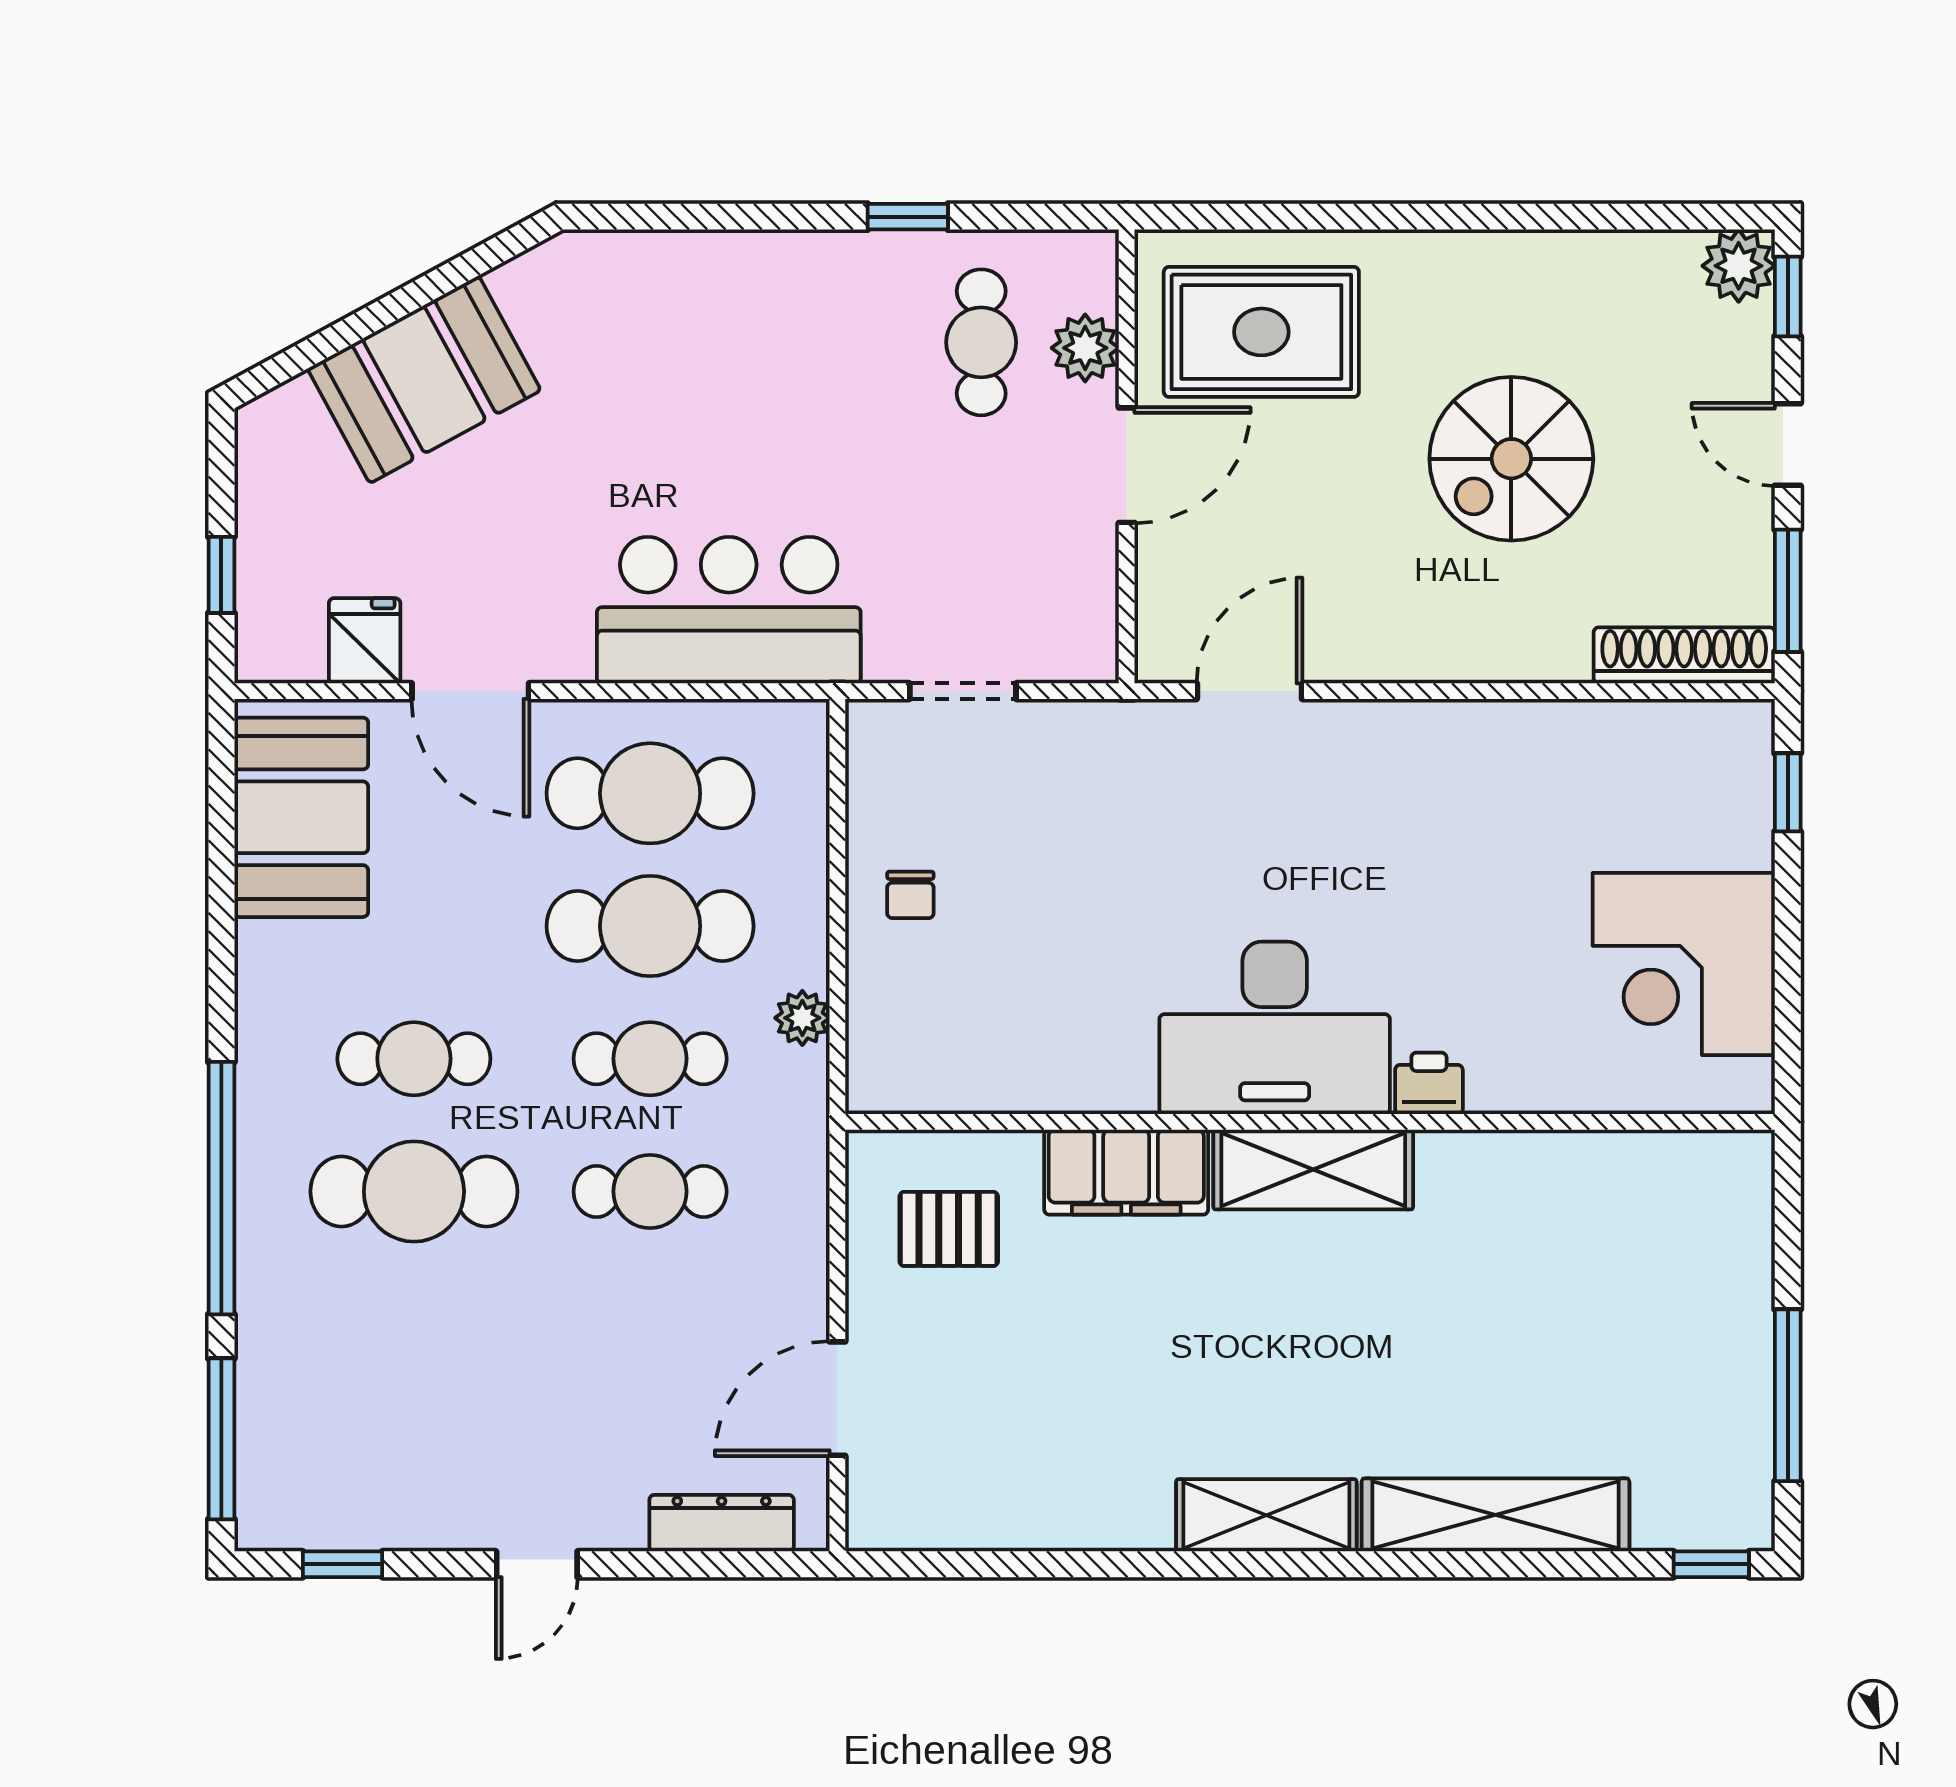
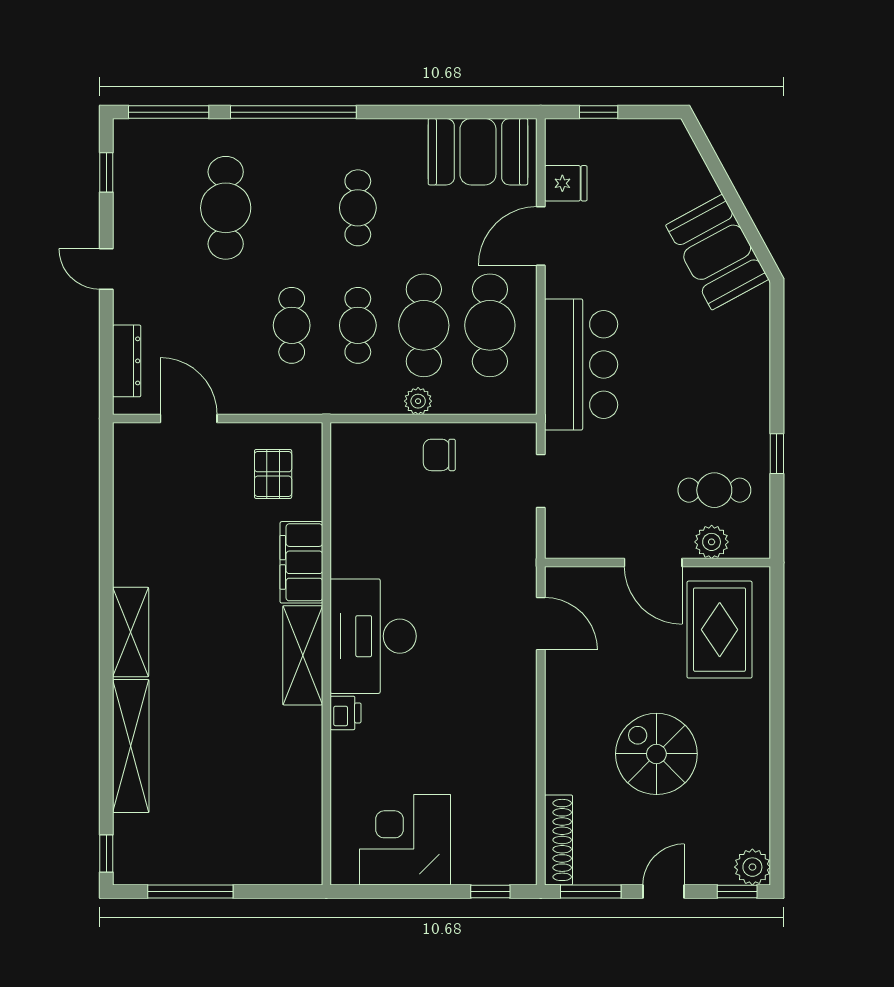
booth: (424, 379) -> (717, 252), moved
chair: (910, 895) -> (439, 455), width x1.37, depth x1.37
plant: (802, 1018) -> (418, 401), moved
cafe table: (414, 1191) -> (226, 208), moved

